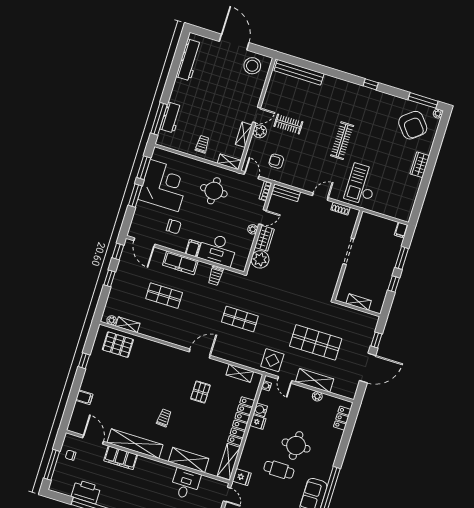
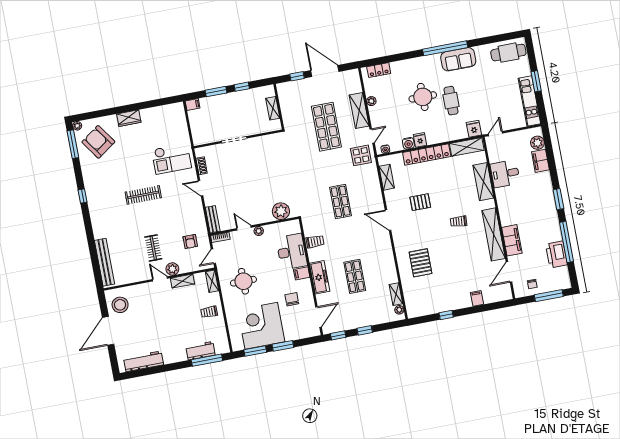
armchair: (413, 125) -> (98, 142), turned -86
wardrobe: (264, 238) -> (261, 217), removed
pallet: (118, 345) -> (420, 263), moved

